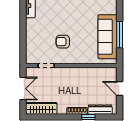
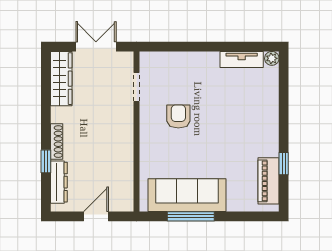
double door: (23, 89) -> (96, 47), swing flipped

